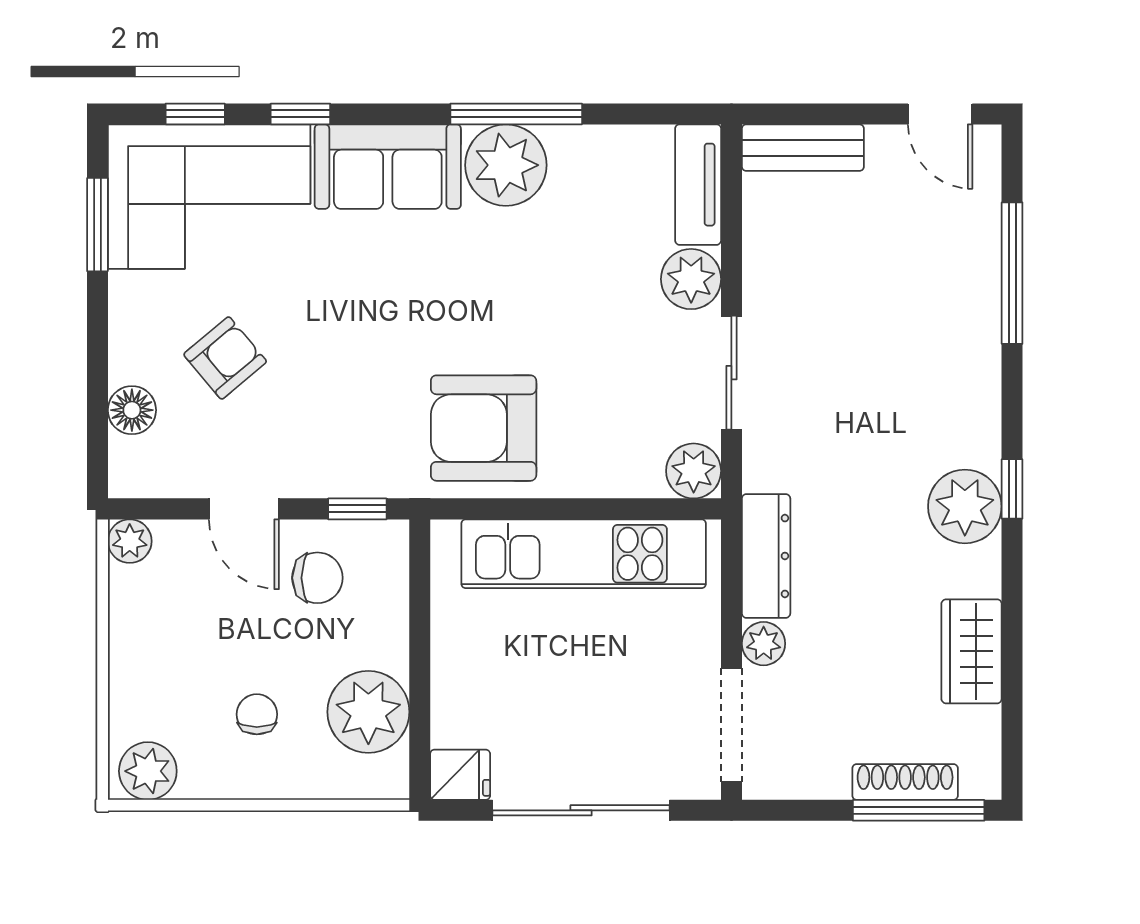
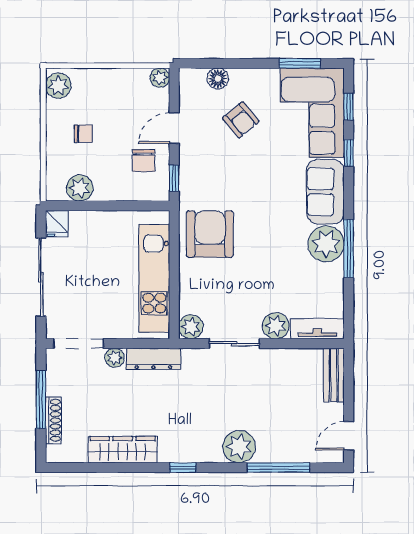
plant: (965, 506) -> (239, 447), moved
wardrobe: (972, 651) -> (123, 450), width x1.50
plant: (368, 712) -> (80, 188), width x0.73, depth x0.73
window: (919, 810) -> (41, 399), moved

